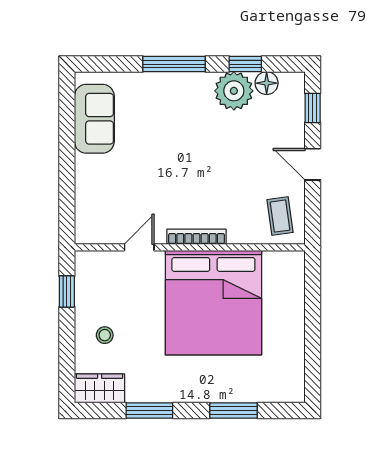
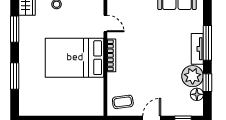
tv unit: (185, 82) -> (197, 49), added
bed: (213, 303) -> (75, 58), width x0.73

